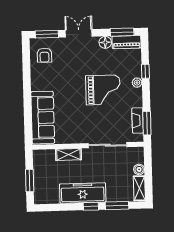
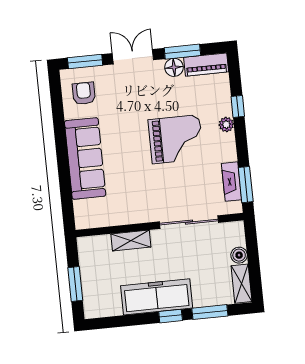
window: (122, 32) -> (182, 52), moved
armchair: (44, 55) -> (84, 93), turned 180
sofa: (43, 118) -> (85, 158), moved

